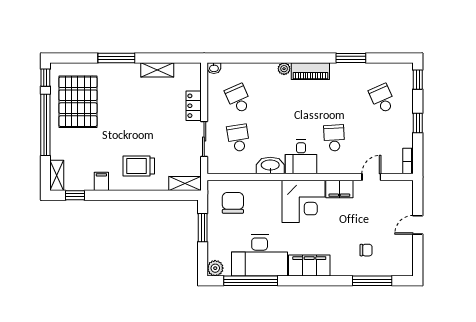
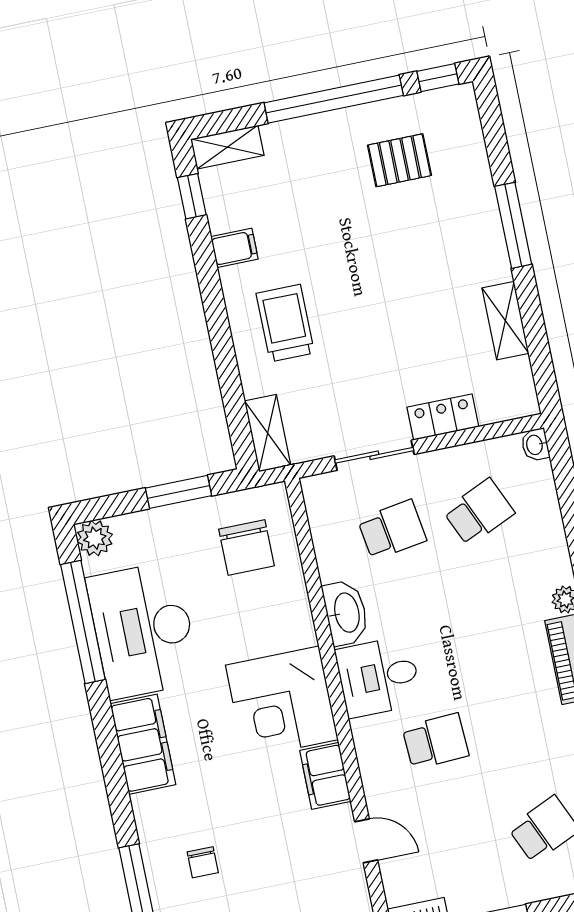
pallet: (78, 102) -> (399, 160), width x0.49, depth x0.50
chair: (233, 203) -> (246, 547), turned 90

